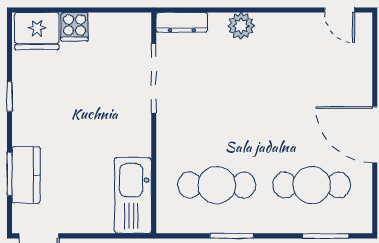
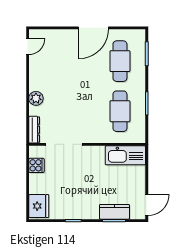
cooker: (75, 27) -> (36, 165), moved

